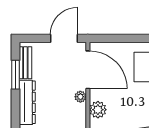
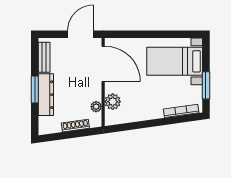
window: (15, 75) -> (35, 89), moved
plant: (80, 97) -> (96, 107), moved

